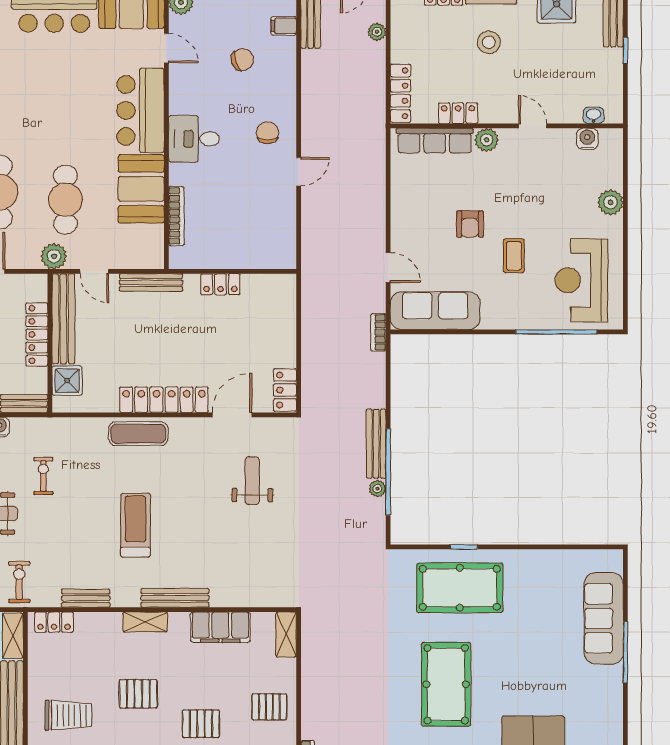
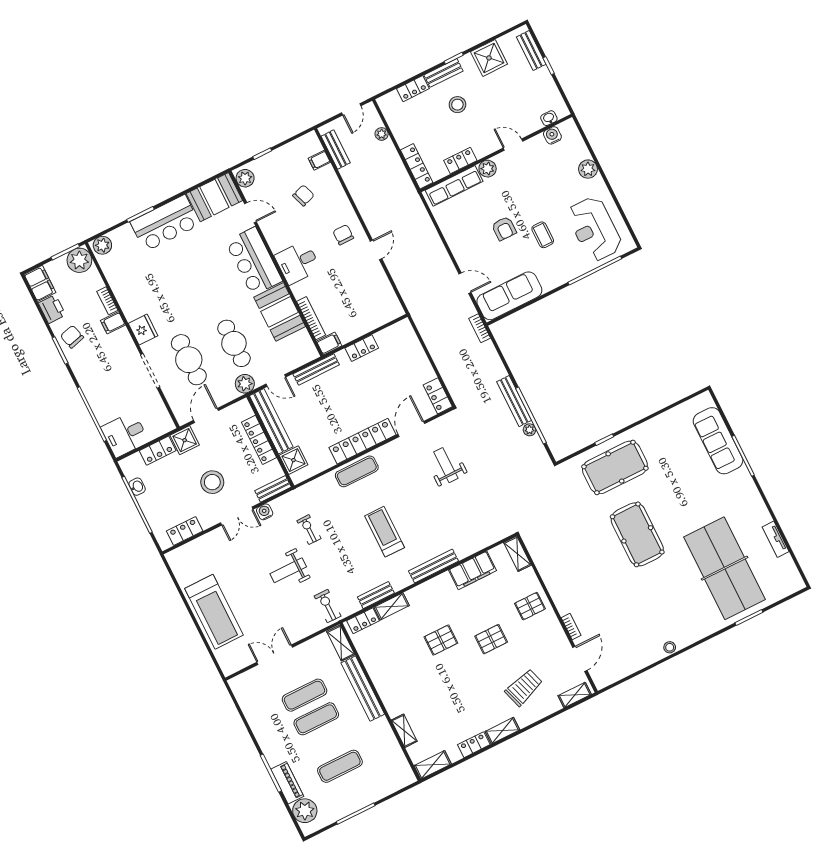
filing cabinet: (183, 258) -> (329, 343), added
shelving: (145, 622) -> (392, 606), moved
trolley: (68, 715) -> (402, 676), removed

